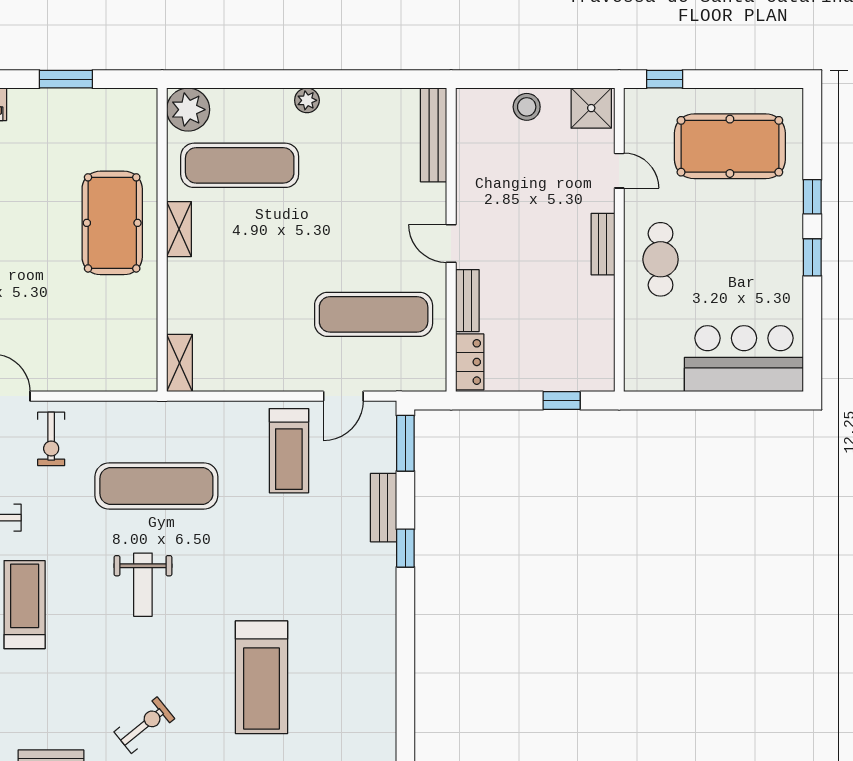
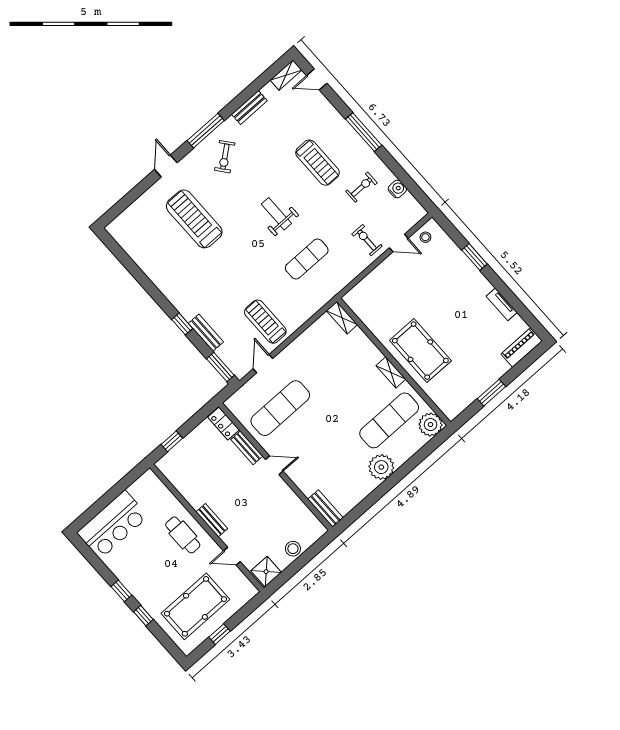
window: (665, 79) -> (219, 634), moved
plant: (307, 100) -> (381, 467), width x1.87, depth x1.87
bench: (434, 135) -> (325, 508), width x0.73
exercise mat: (156, 486) -> (307, 259), width x0.73, depth x0.69

